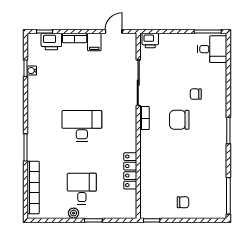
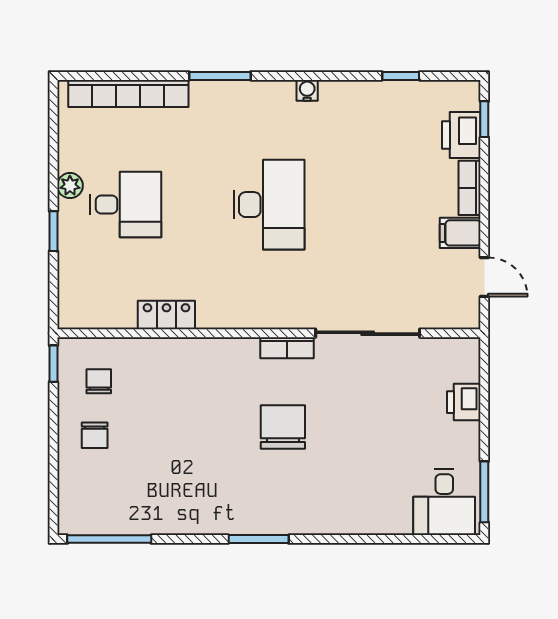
printer: (150, 41) -> (464, 402), moved
water cooler: (32, 71) -> (307, 90), moved
chair: (196, 94) -> (99, 381), moved
locker: (130, 171) -> (166, 315), width x0.66

